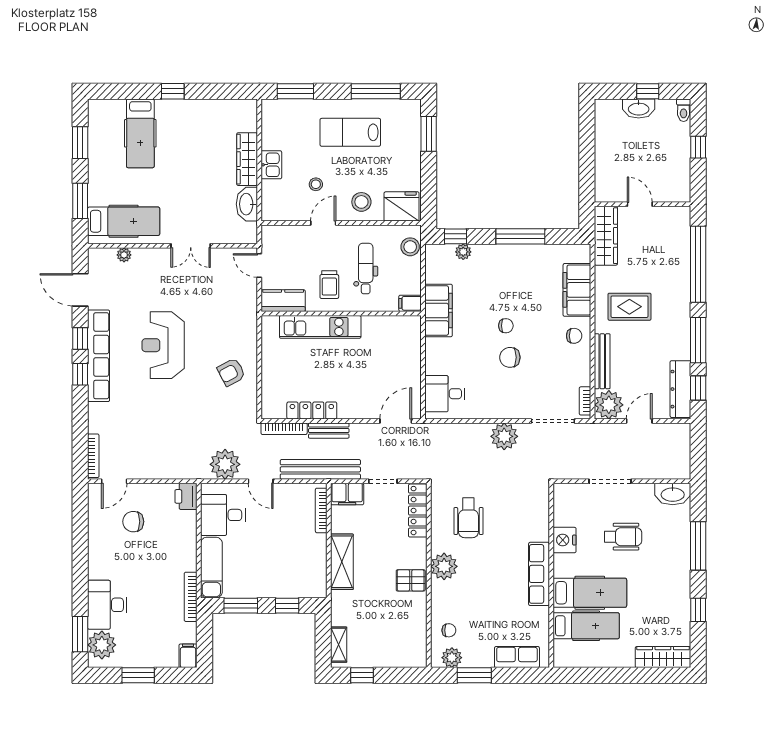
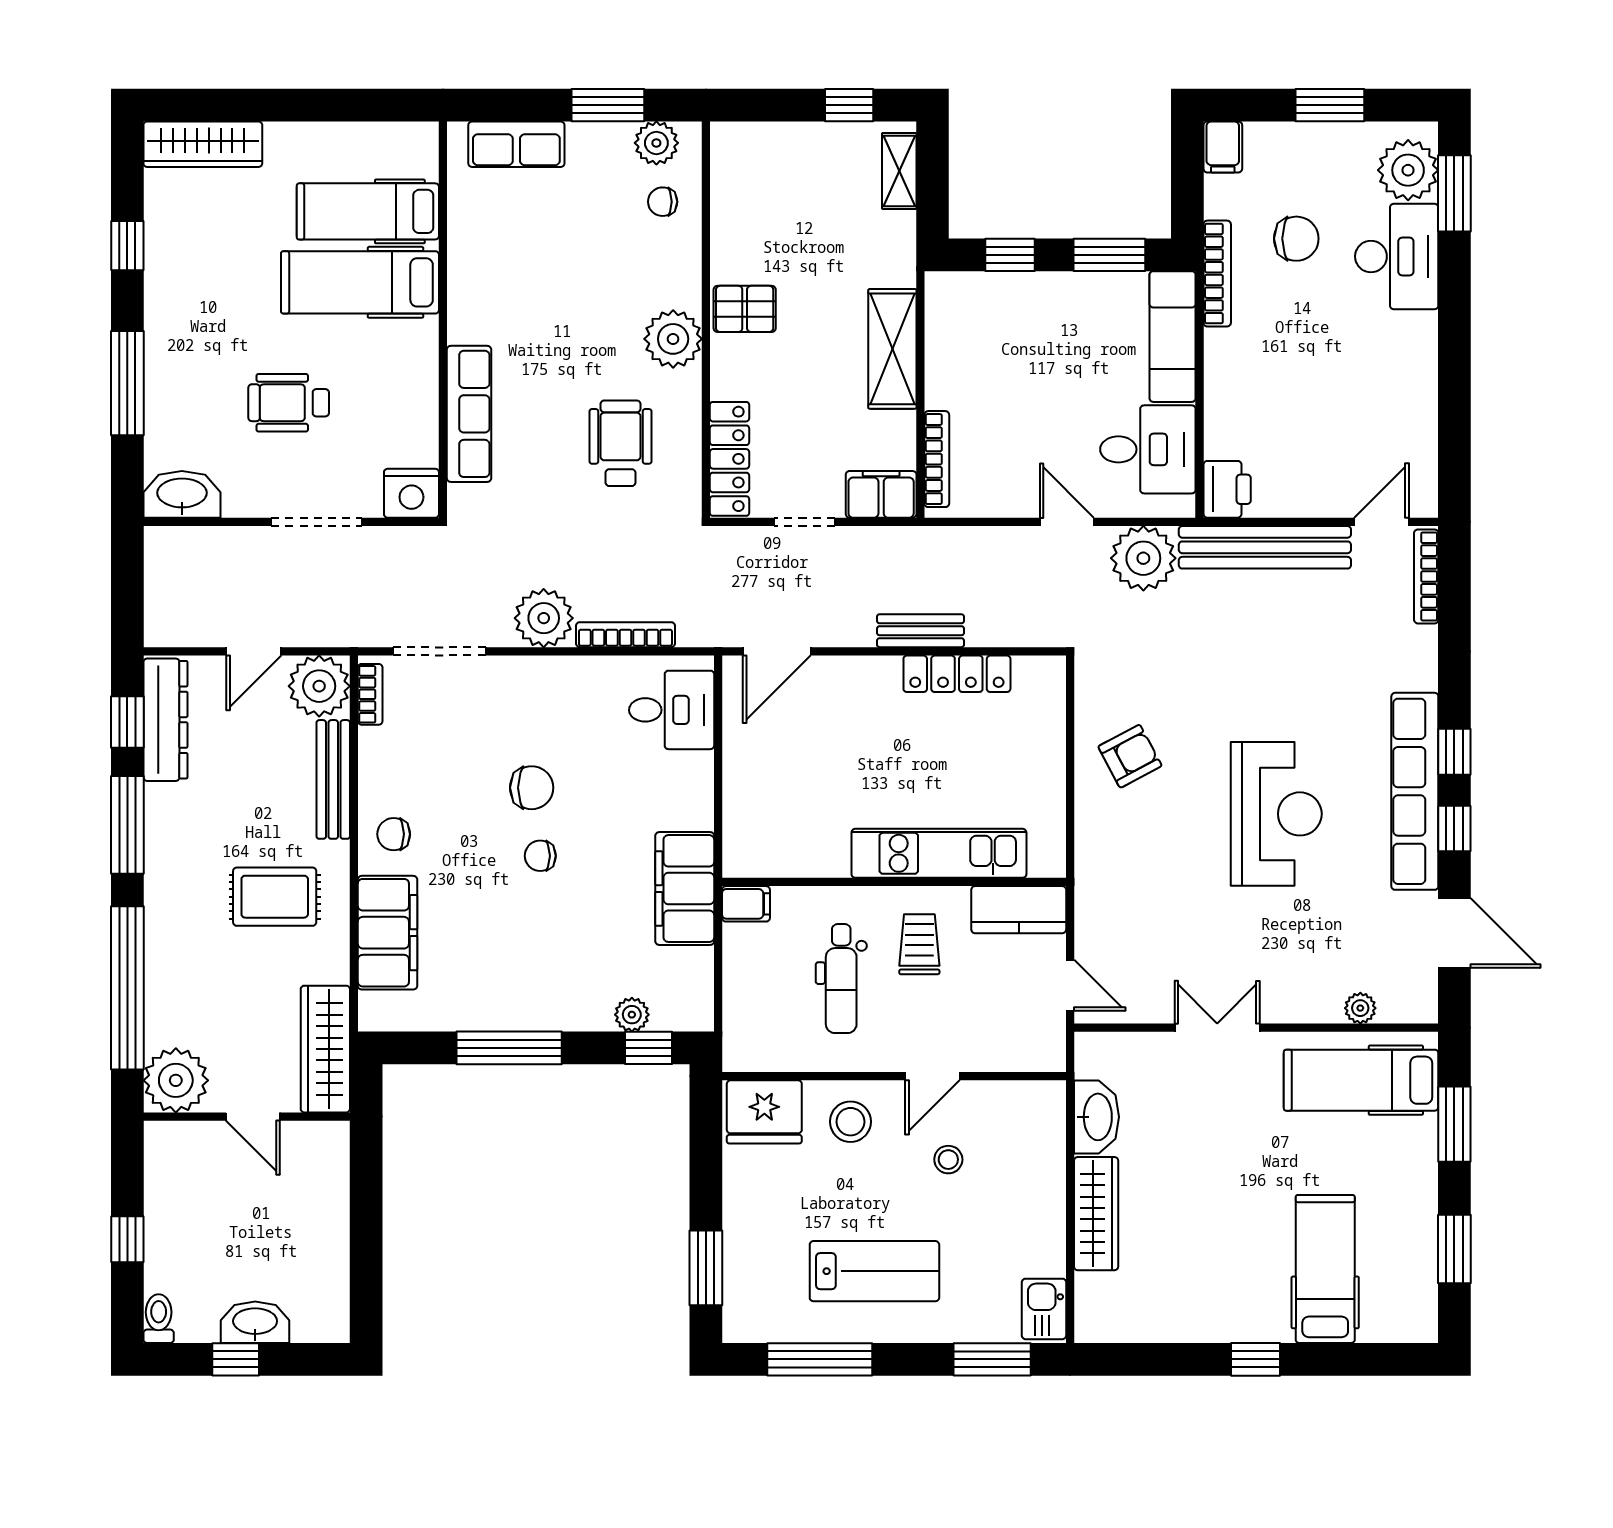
kitchen sink: (271, 165) -> (1044, 1309), moved
plant: (676, 221) -> (176, 1080), added
stool: (410, 247) -> (746, 1025), removed
bookcase: (284, 429) -> (625, 635), moved
bench: (320, 469) -> (1265, 547), moved
chair: (133, 522) -> (1296, 239), moved
nightstand: (564, 540) -> (411, 493), moved, turned 90
row of seats: (539, 574) -> (469, 414), moved

